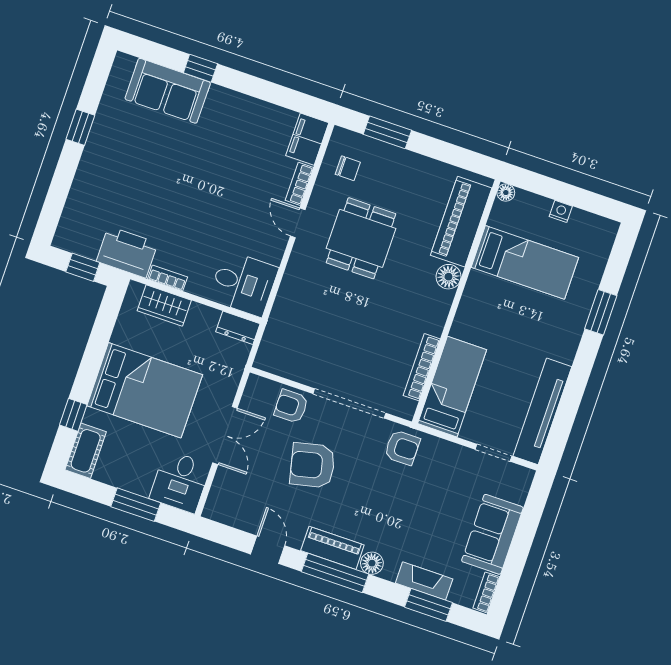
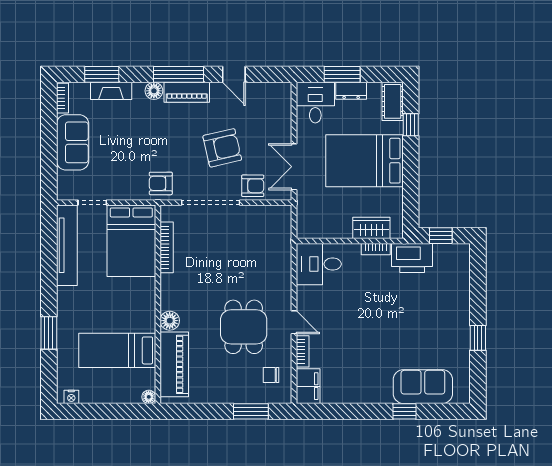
nightstand: (561, 211) -> (71, 397), moved
dresser: (238, 328) -> (351, 91), moved, turned 180
bed: (452, 387) -> (131, 241), width x1.50
double door: (225, 436) -> (294, 167), moved

